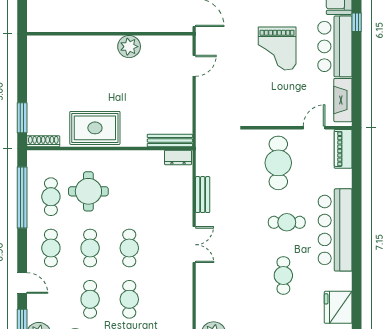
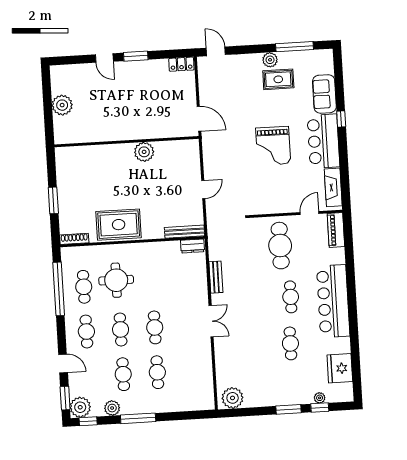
door: (194, 66) -> (203, 190), moved
window: (22, 118) -> (53, 200), moved
cafe table: (287, 222) -> (291, 297), turned 90

